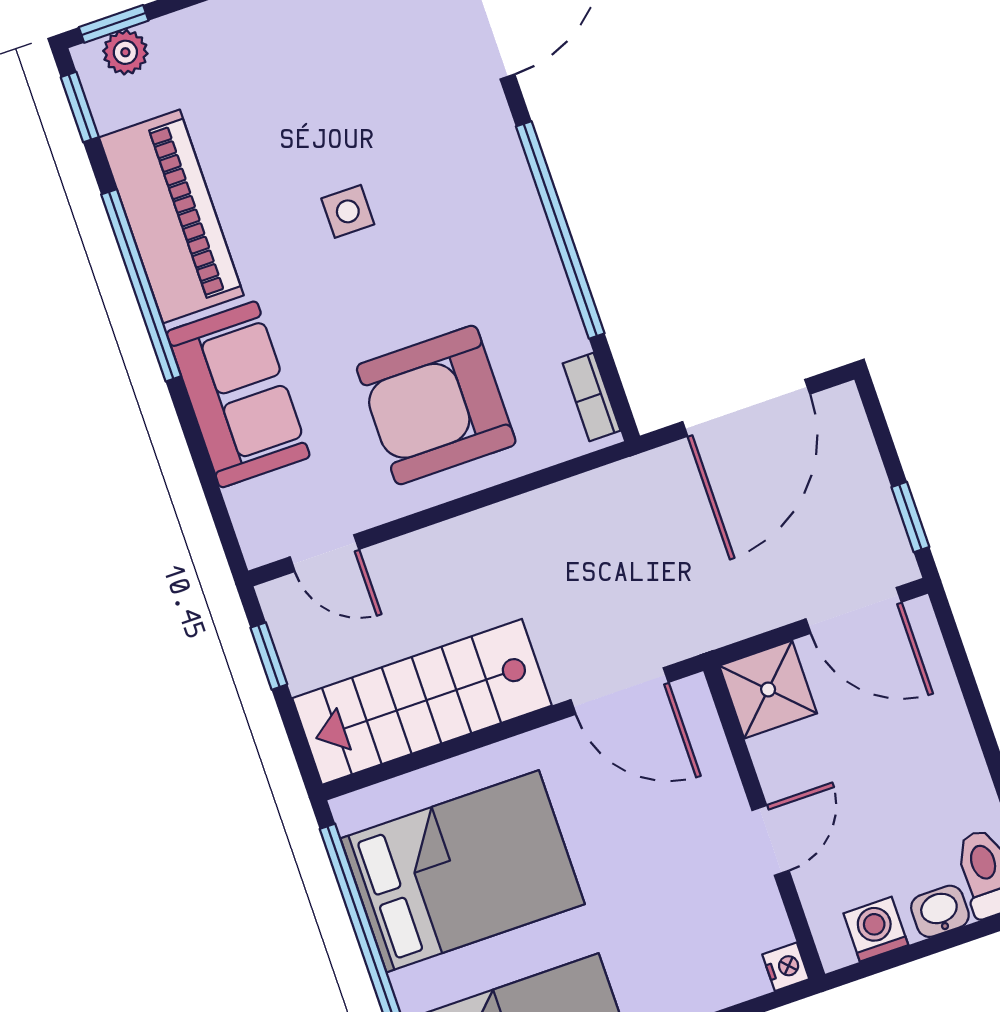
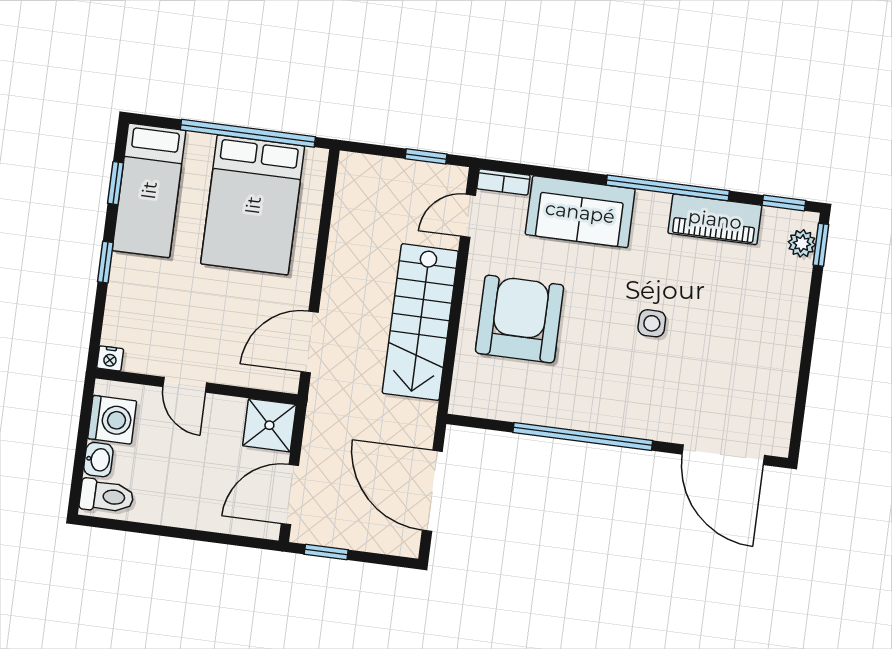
piano: (171, 216) -> (715, 219), width x0.73, depth x0.75
bookcase: (592, 397) -> (503, 182), moved, turned 180
stairs: (422, 702) -> (420, 322), moved, turned 180
washing machine: (876, 929) -> (112, 420), width x1.38, depth x1.38

